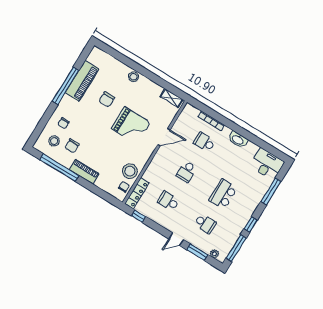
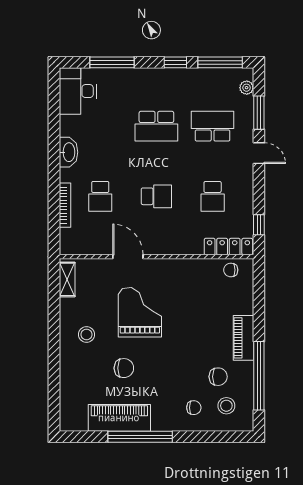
stool: (133, 77) -> (87, 335), moved
stool: (130, 171) -> (204, 275), removed
school desk: (205, 224) -> (213, 126), width x1.85

